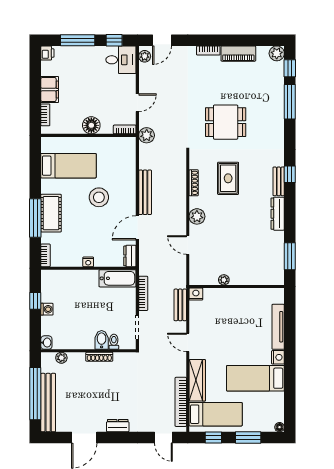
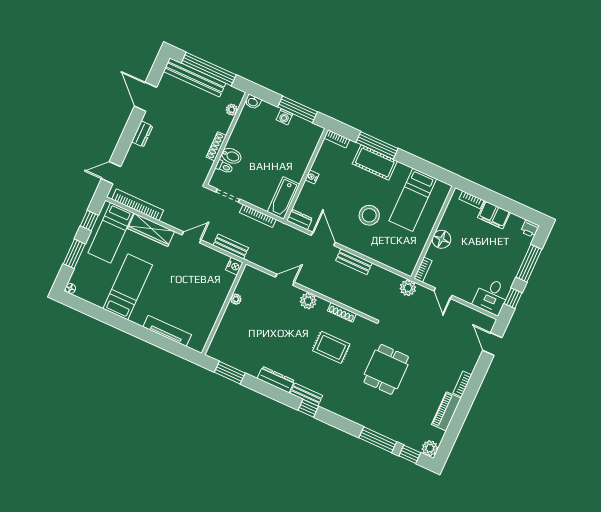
plant: (145, 56) -> (484, 320), removed
bench: (145, 192) -> (354, 262), width x0.73
window: (35, 301) -> (298, 109), width x2.17
nightstand: (278, 357) -> (138, 317), removed

